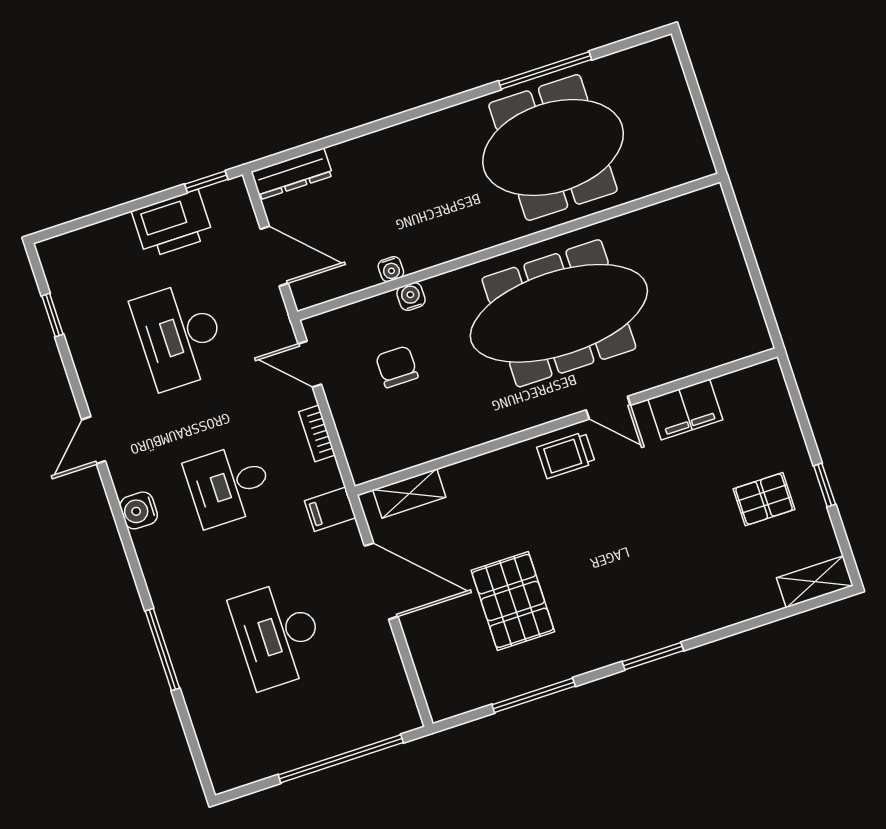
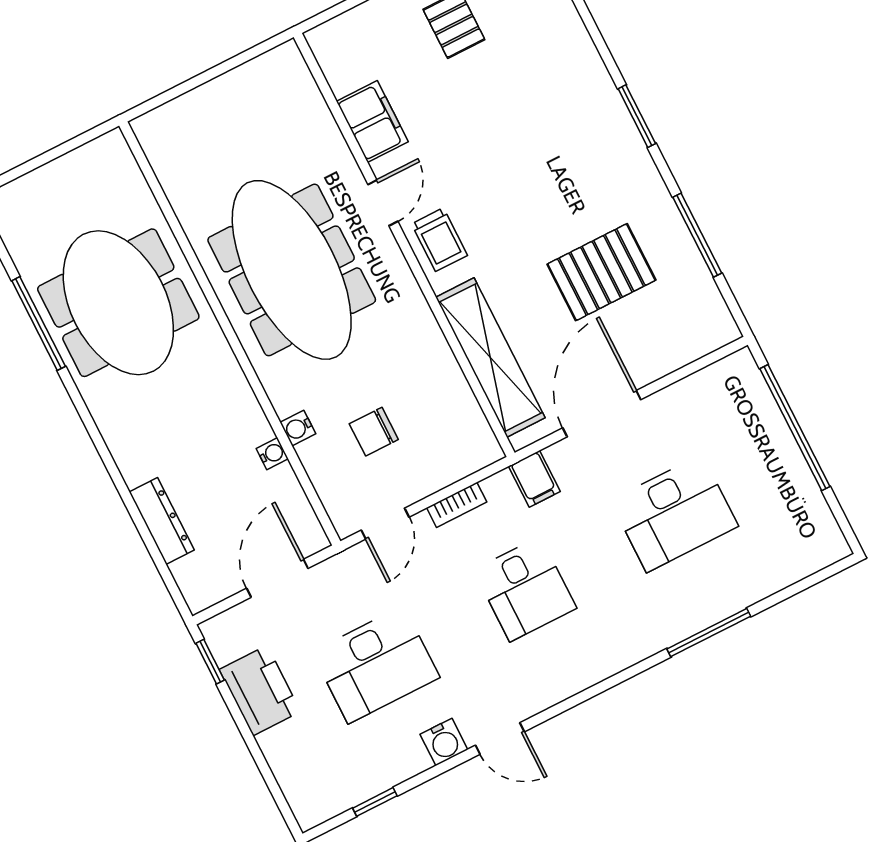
dresser: (292, 174) -> (162, 521), moved
shelving: (409, 493) -> (490, 358), width x2.20, depth x1.33
water cooler: (139, 510) -> (444, 742), moved

